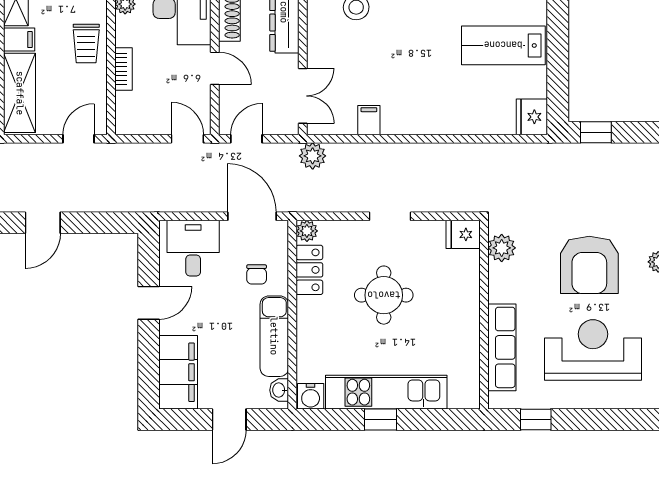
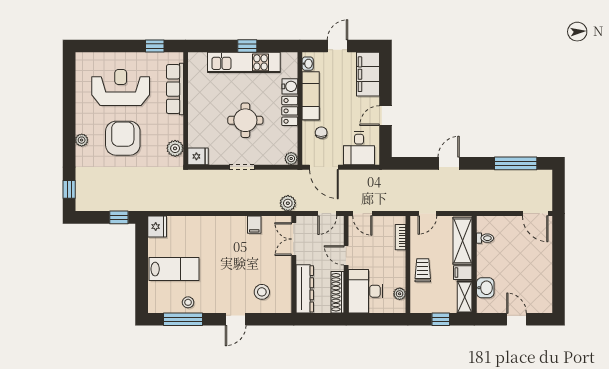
bookcase: (123, 69) -> (401, 237), moved
locker: (309, 270) -> (290, 111), moved
reception desk: (593, 350) -> (121, 88), turned 180
water cooler: (311, 396) -> (290, 86), moved, turned 90

